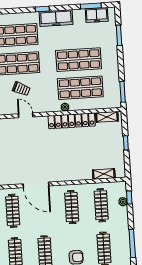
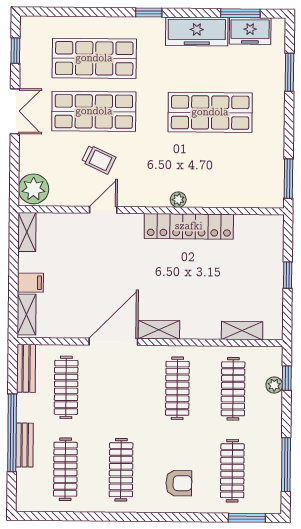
freezer: (56, 18) -> (197, 32), moved
shop shelf: (80, 88) -> (210, 166), removed
door: (26, 115) -> (103, 210), hinge flipped
shelving: (107, 117) -> (159, 330), moved
door: (36, 185) -> (113, 342), swing flipped

